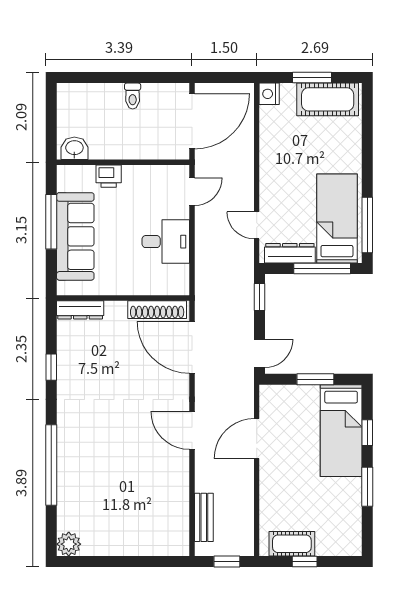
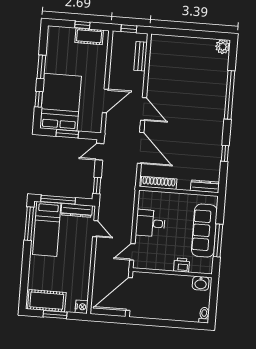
toilet: (133, 96) -> (204, 315), moved
door: (192, 347) -> (141, 148), moved
bed: (341, 431) -> (61, 102), width x1.50

